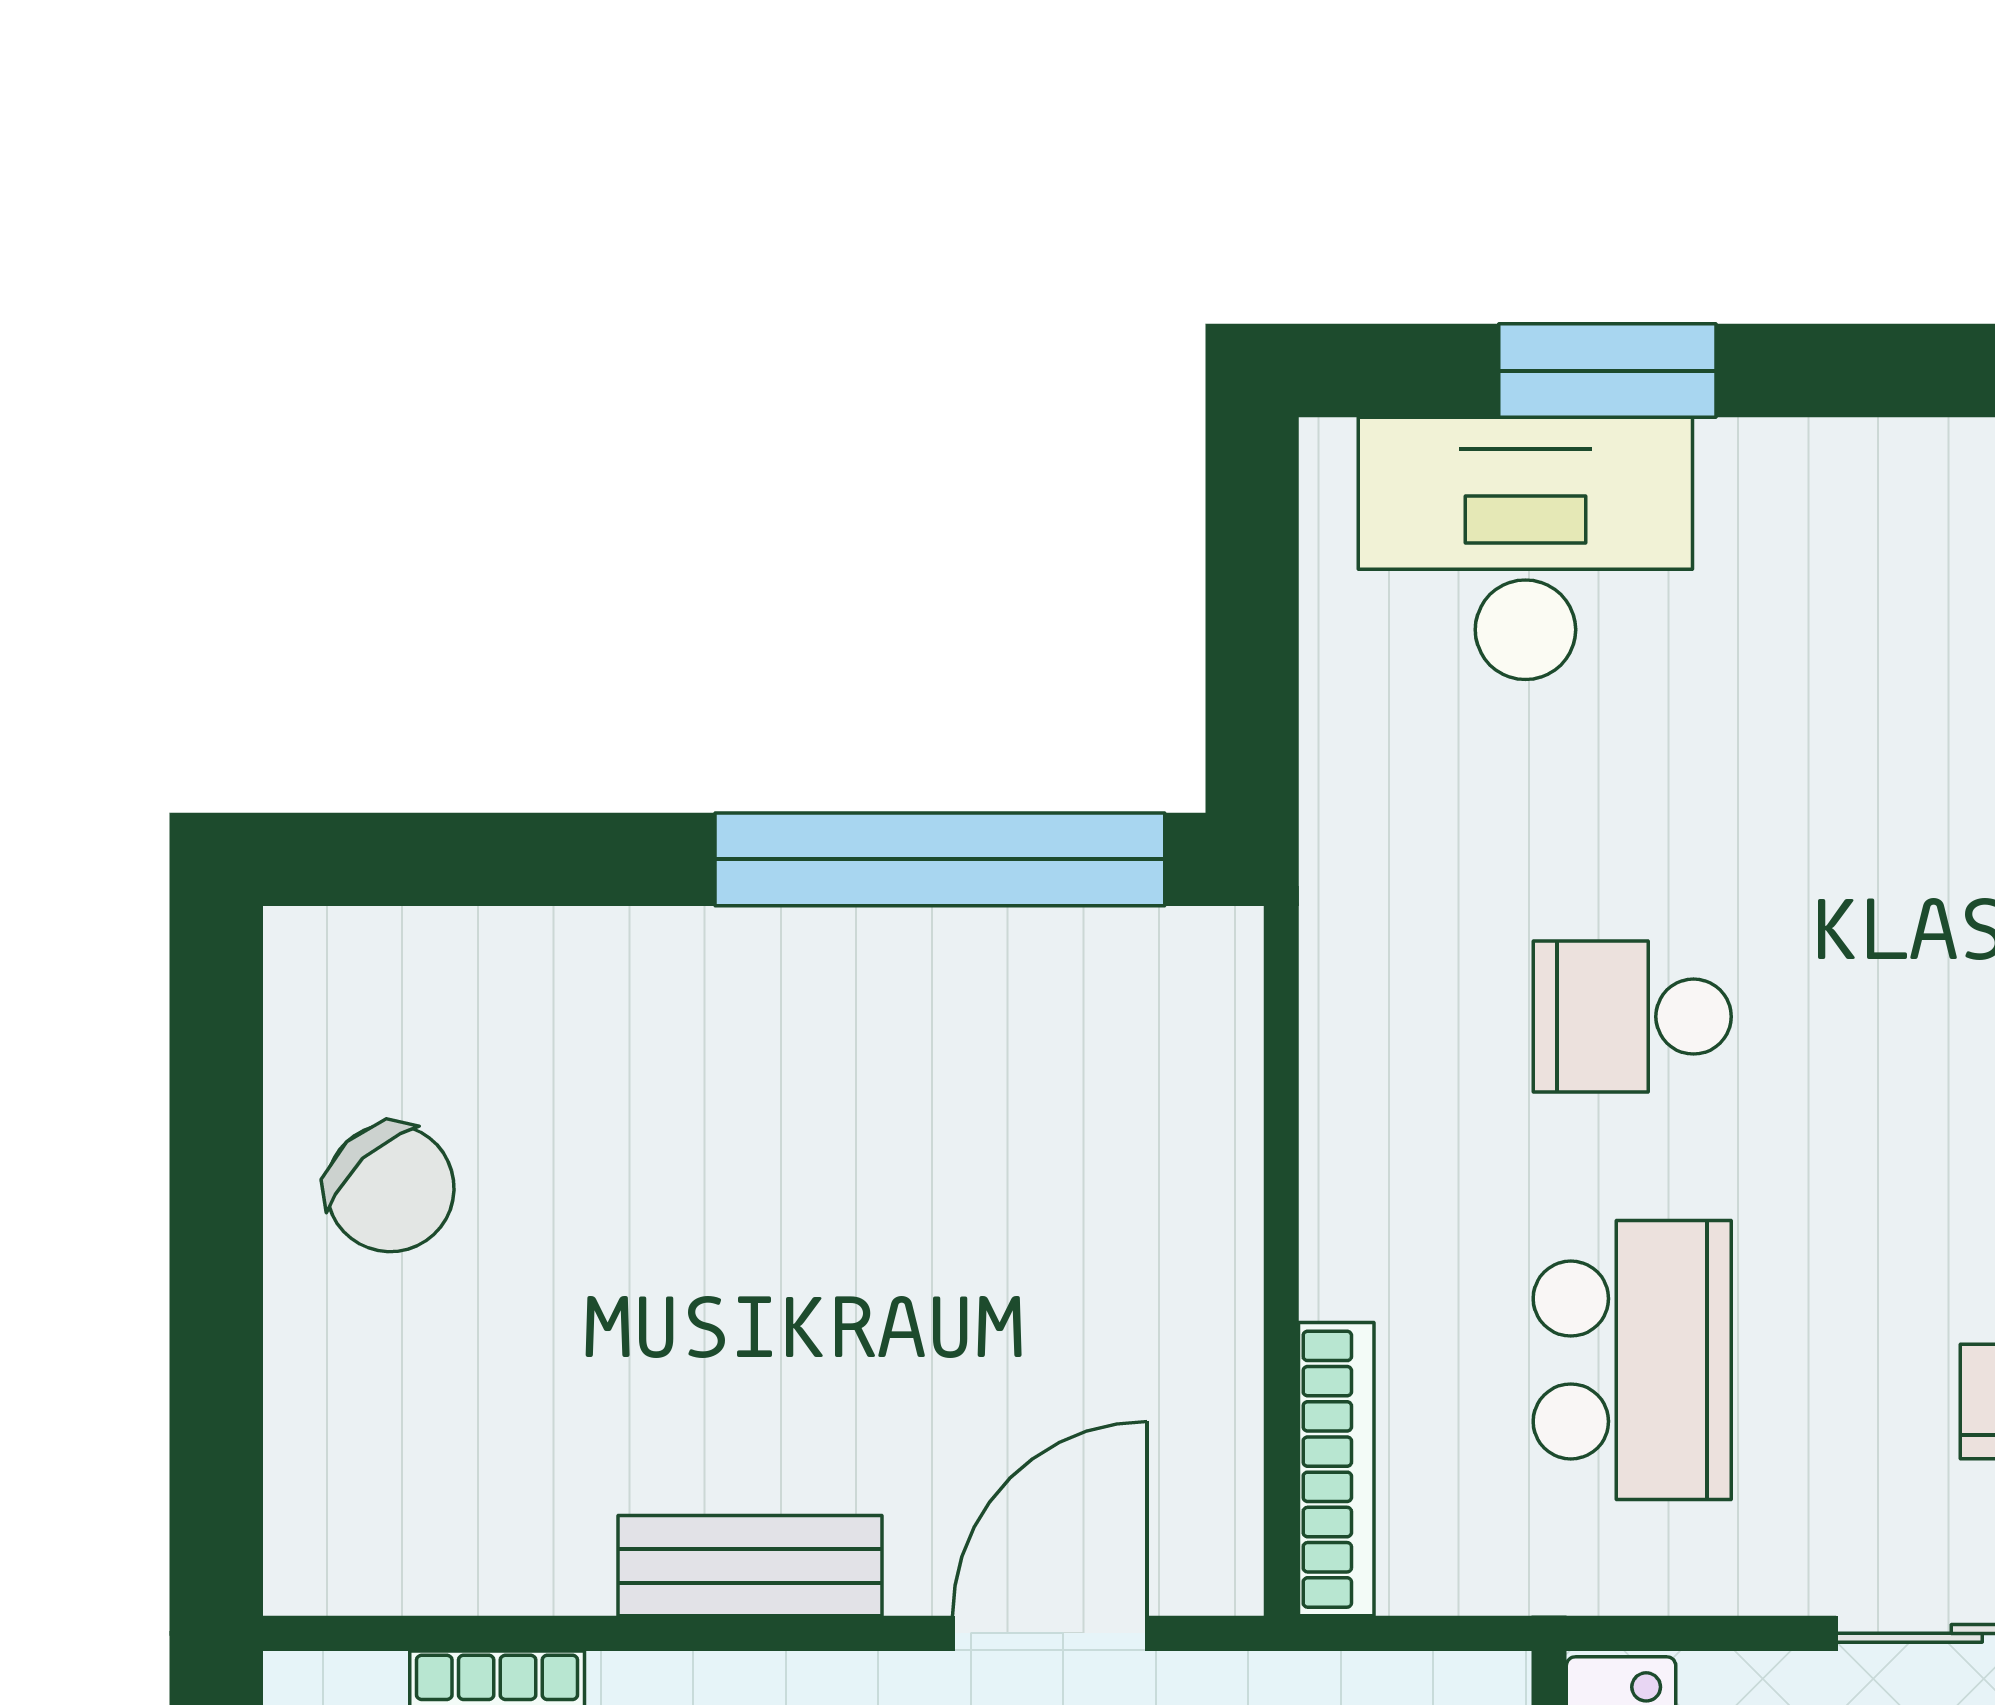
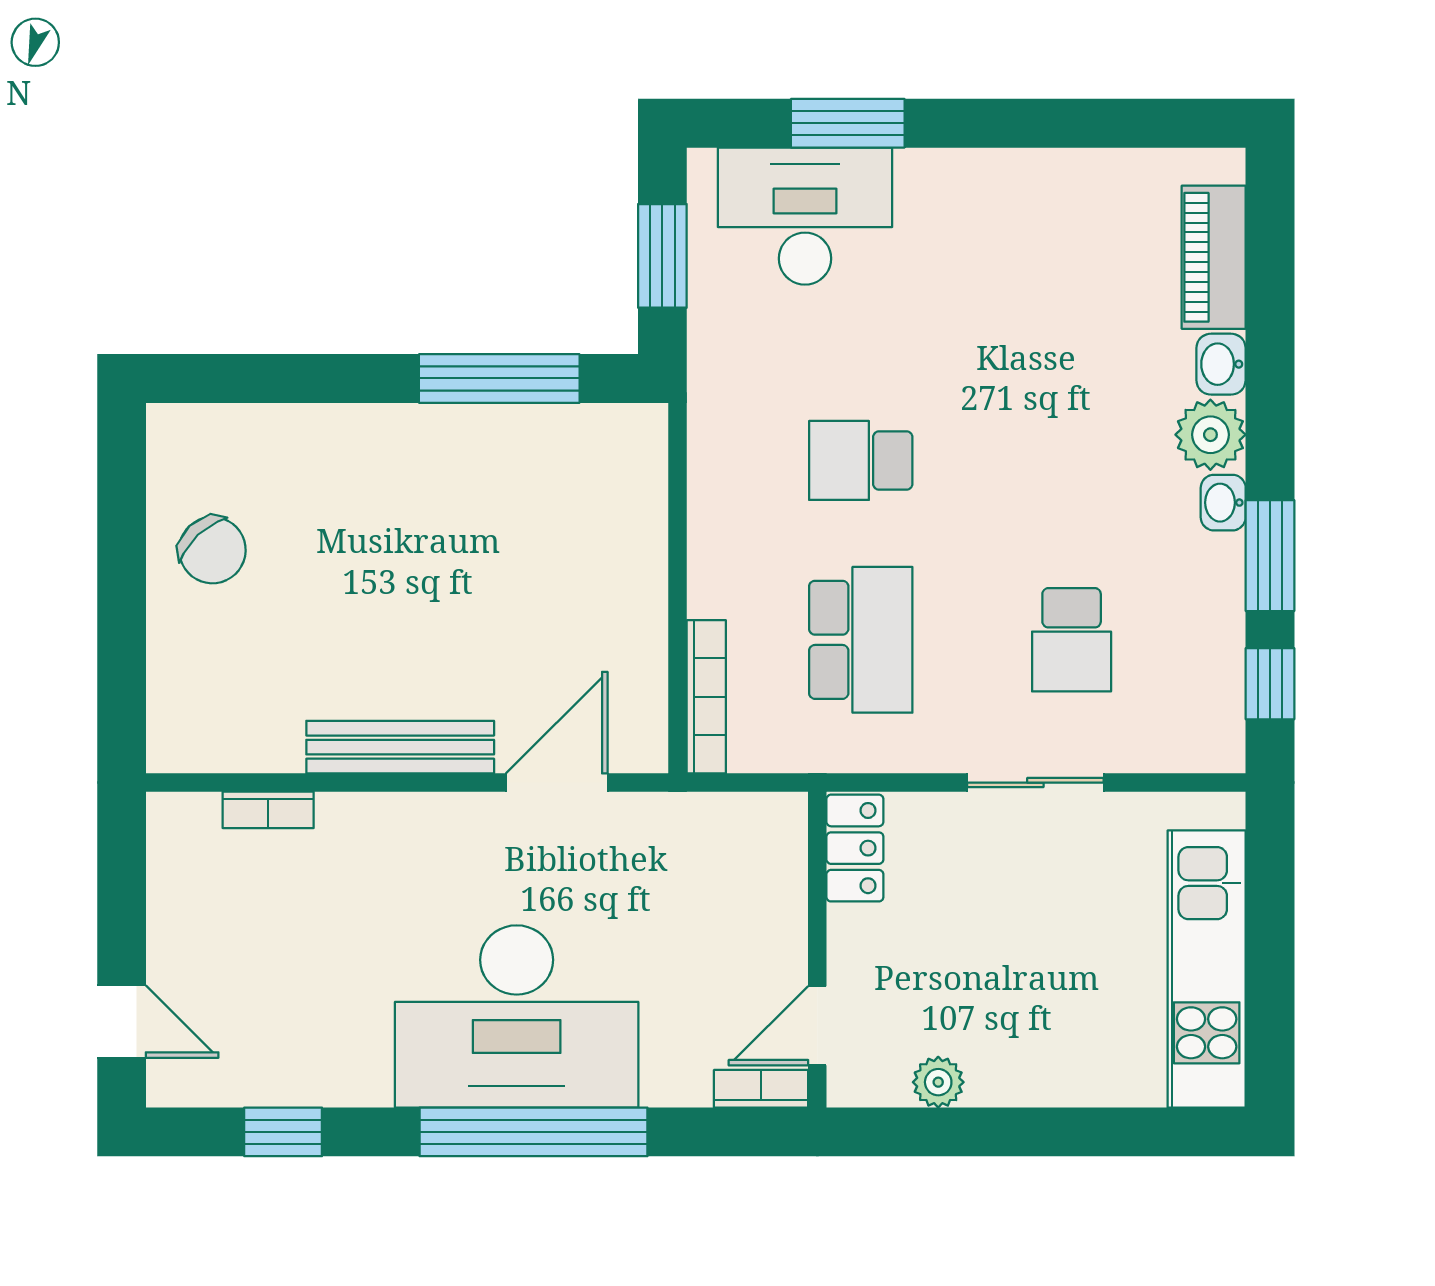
window: (1252, 625) -> (662, 256), added
window: (940, 859) -> (499, 378), width x0.68
bench: (750, 1566) -> (400, 747), width x1.36

